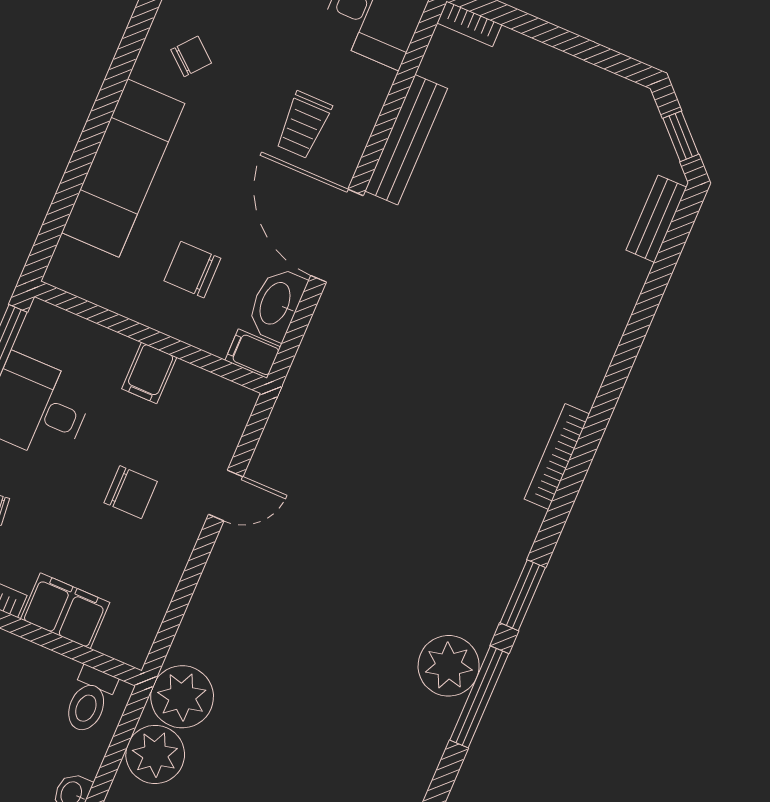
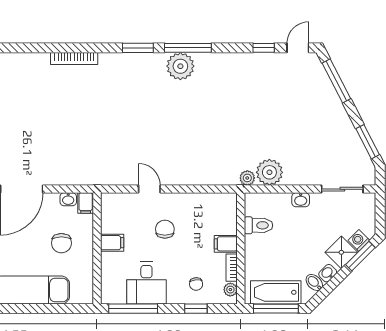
washbasin: (276, 304) -> (68, 199), width x0.52, depth x0.69
filing cabinet: (65, 611) -> (226, 244), width x0.50
plant: (182, 697) -> (247, 178), width x0.53, depth x0.53
toilet: (89, 700) -> (259, 225), moved

